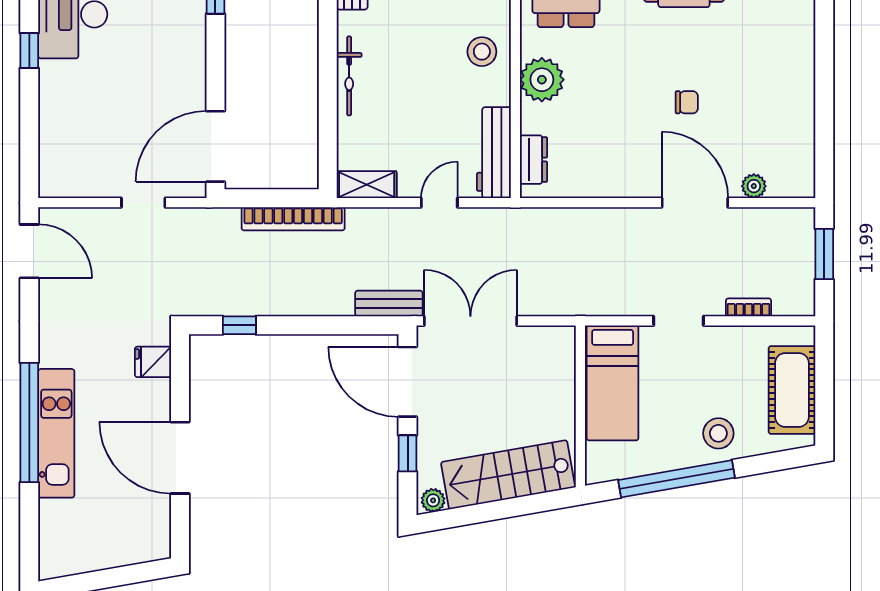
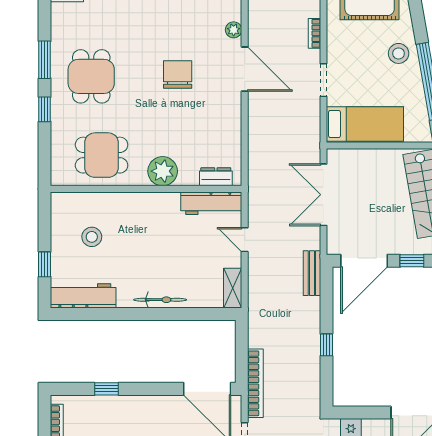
stool: (482, 52) -> (144, 211), removed
chair: (687, 102) -> (178, 75), width x1.87, depth x1.87
door: (695, 203) -> (245, 69), swing flipped
bookcase: (293, 219) -> (255, 383), moved
double door: (470, 321) -> (323, 195), moved
window: (239, 325) -> (326, 345), moved

